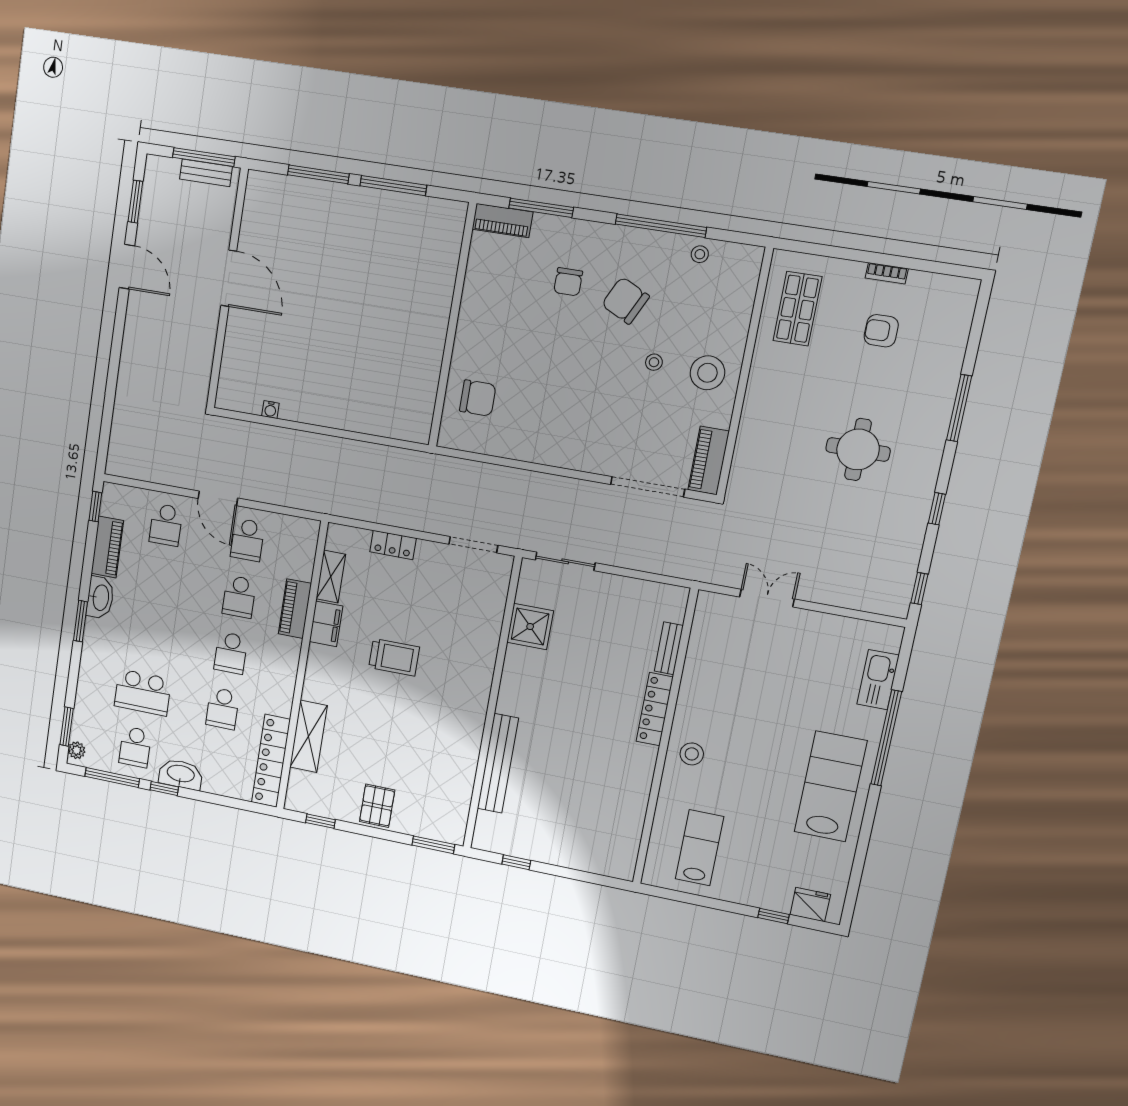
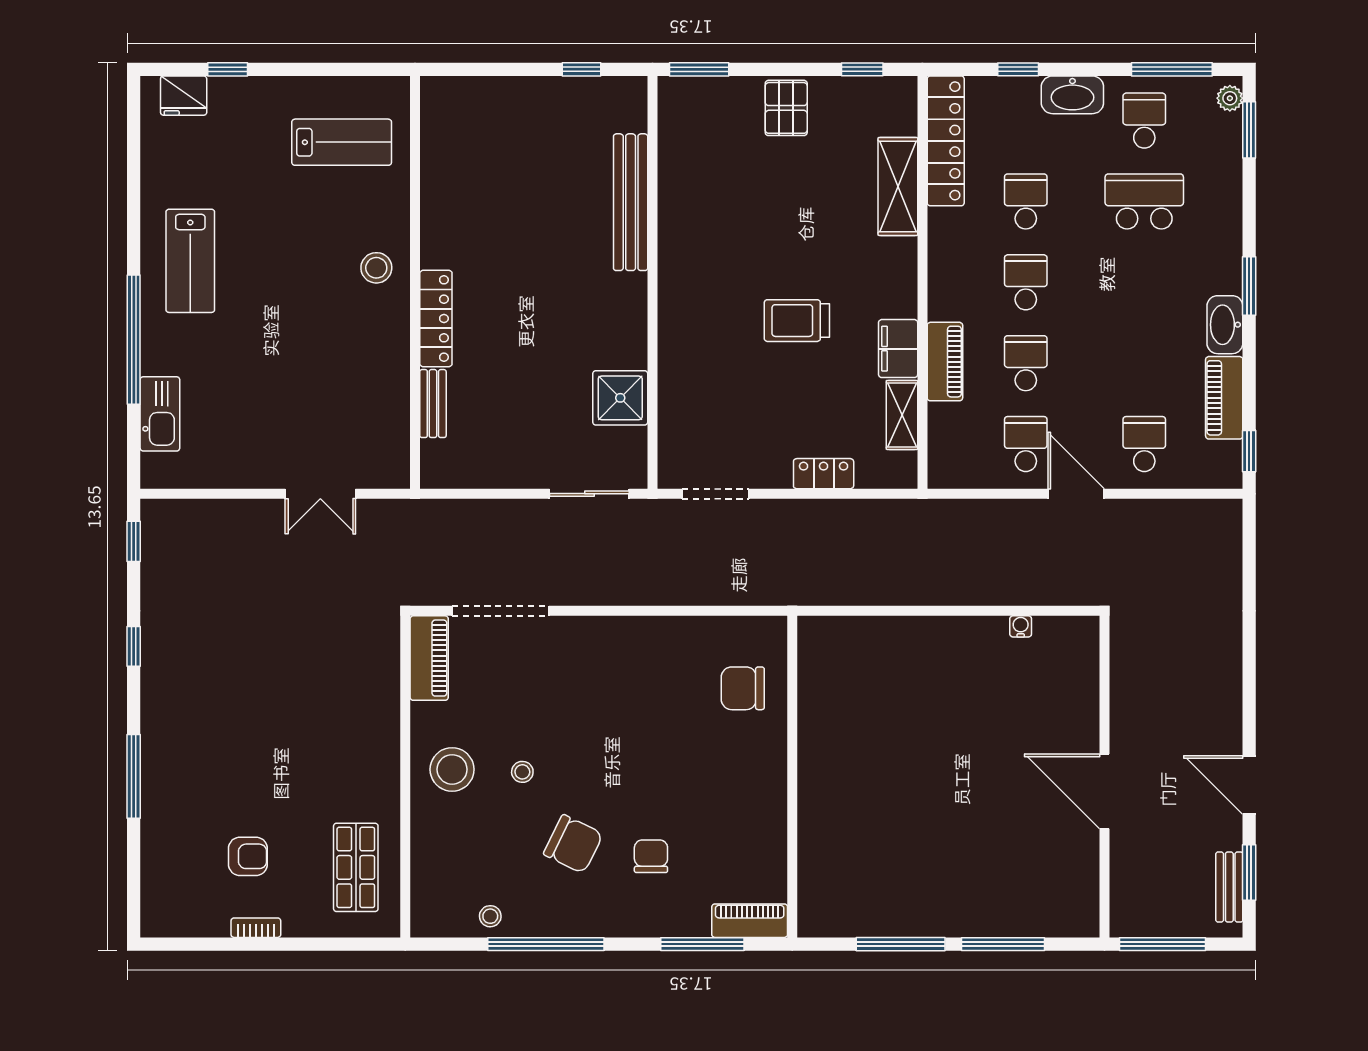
bench: (206, 173) -> (1229, 887), moved, turned 90
round table: (858, 449) -> (246, 704), removed
lab bench: (831, 786) -> (190, 261), width x0.73, depth x0.72
window: (164, 788) -> (1018, 69), moved
lab bench: (700, 848) -> (342, 142), turned -90

